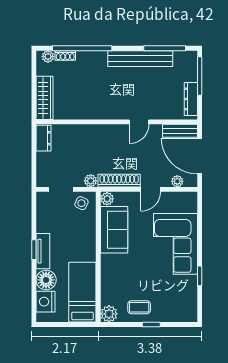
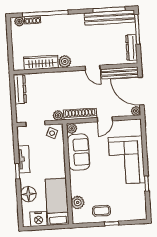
bench: (140, 59) -> (110, 18), moved
wardrobe: (45, 98) -> (41, 63), moved, turned -90
plant: (104, 112) -> (65, 62), added
door: (139, 122) -> (93, 68), hinge flipped
bench: (180, 131) -> (120, 73), width x1.36
dresser: (43, 138) -> (20, 89), width x1.44
plant: (177, 181) -> (136, 111), moved
tv unit: (43, 251) -> (24, 159), moved
nightstand: (46, 302) -> (39, 219), moved, turned -90
plant: (109, 314) -> (78, 202), moved

